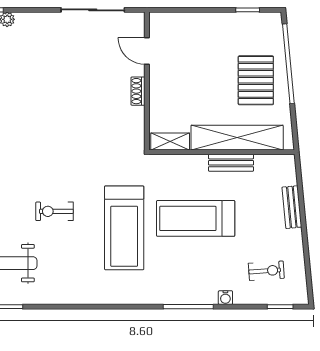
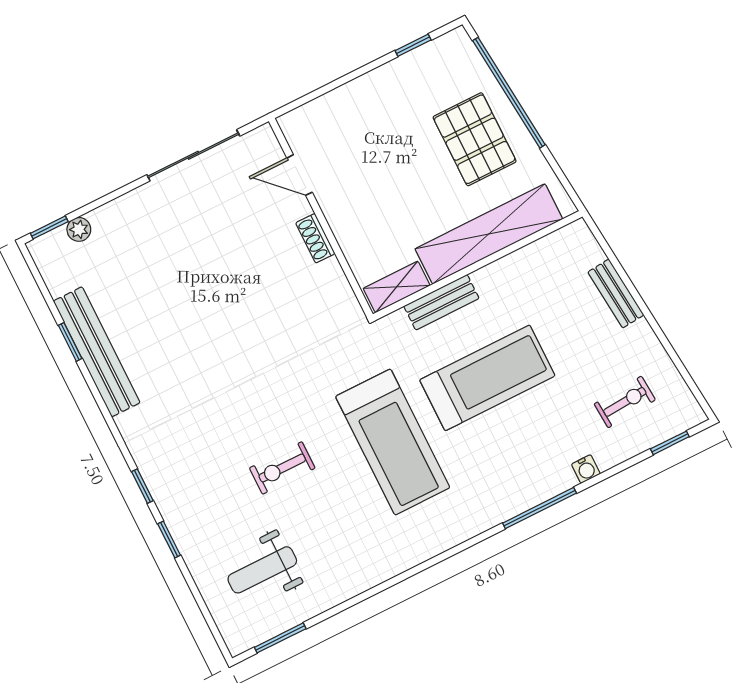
bench: (231, 163) -> (441, 302), moved
treadmill: (196, 218) -> (487, 378), turned 180

